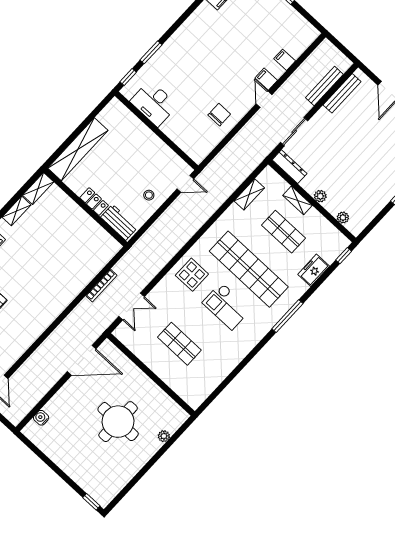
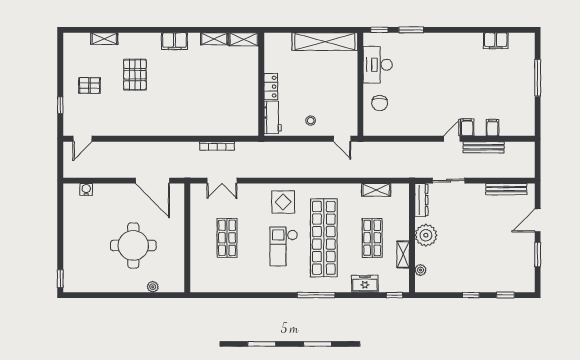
bench: (324, 86) -> (484, 147), moved
chair: (219, 115) -> (380, 103), moved, turned 90
shelving: (78, 149) -> (325, 42), moved
plant: (320, 196) -> (426, 235), width x1.88, depth x1.88
shelving: (298, 200) -> (403, 255), moved

